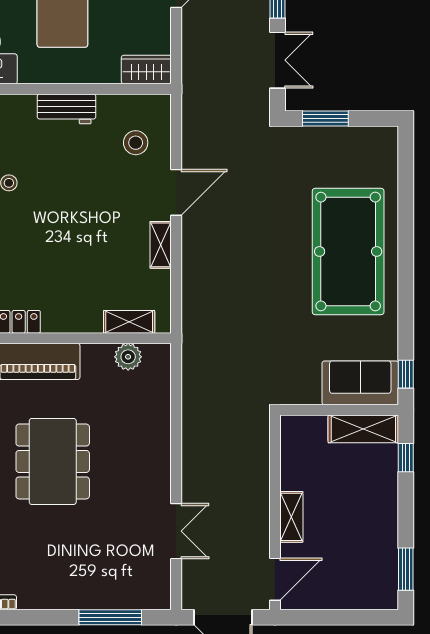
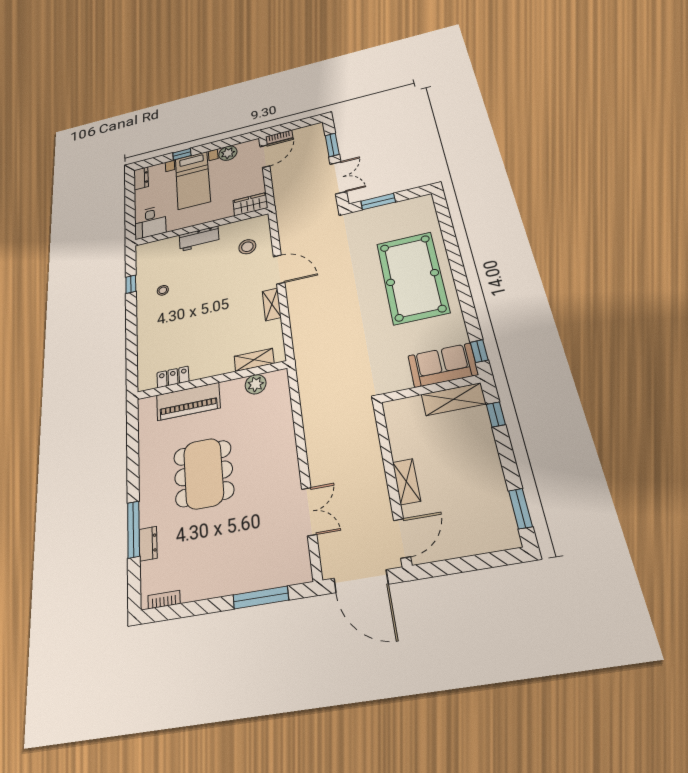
door: (176, 192) -> (279, 269), hinge flipped

